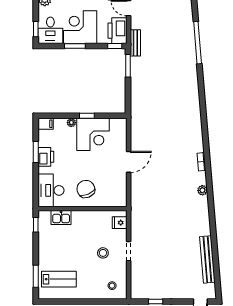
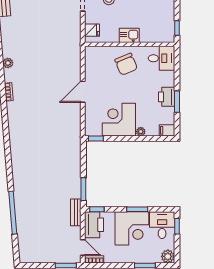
window: (87, 116) -> (96, 138), moved
desk: (51, 190) -> (161, 58), width x0.73
kitchen sink: (61, 218) -> (129, 35), moved

